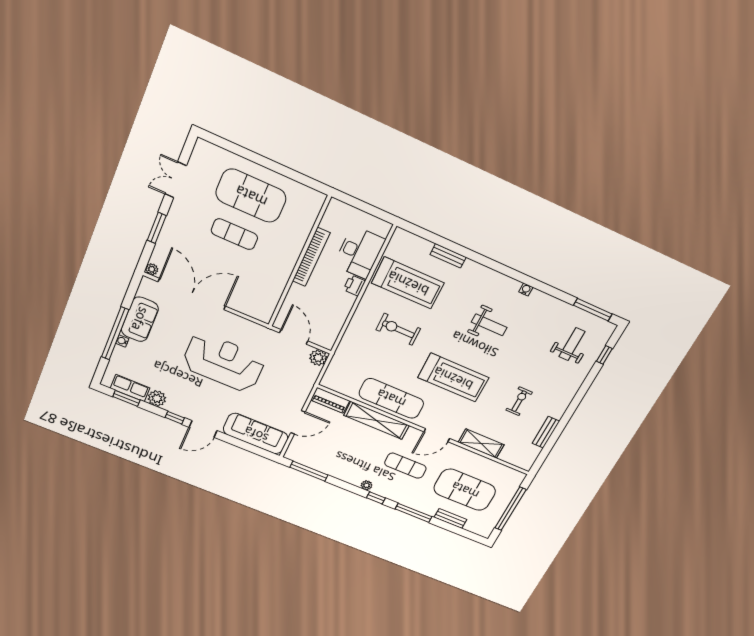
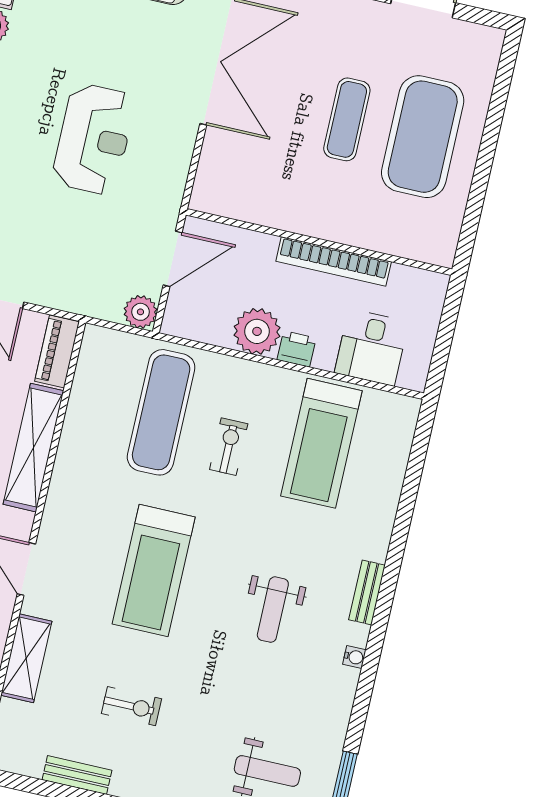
desk: (359, 252) -> (371, 347), width x0.73
bench: (448, 256) -> (367, 592), moved
plant: (341, 303) -> (257, 331), added
exercise bike: (398, 329) -> (229, 447), width x0.73, depth x0.72
reception desk: (224, 362) -> (94, 139), width x0.74, depth x0.77
exercise mat: (391, 398) -> (161, 412), moved

